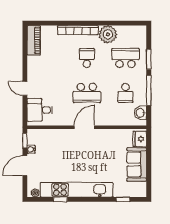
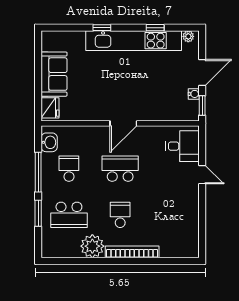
piano: (34, 40) -> (190, 238), removed
school desk: (87, 58) -> (120, 215), turned 180
window: (123, 199) -> (102, 28), moved

